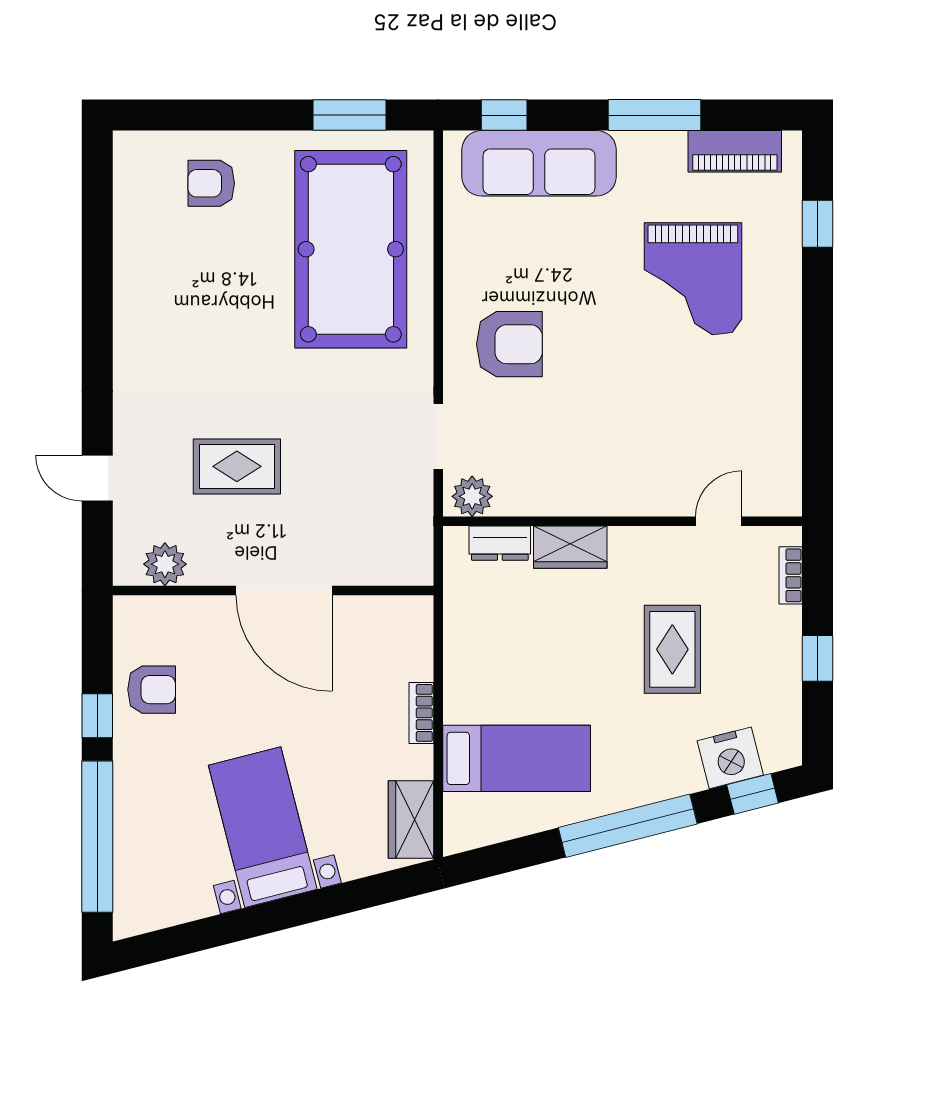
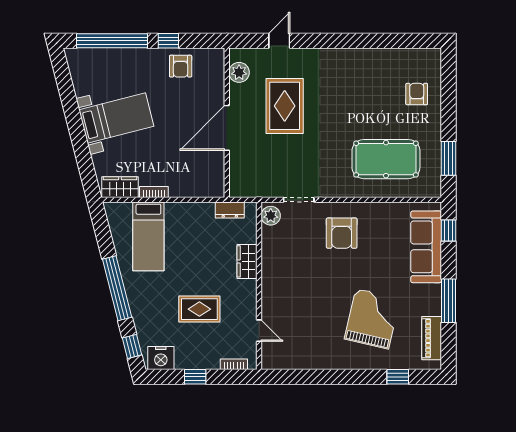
pool table: (351, 249) -> (386, 159), width x0.73, depth x0.76
grand piano: (693, 279) -> (372, 319), turned 103
rug: (237, 466) -> (285, 106), width x1.36, depth x1.43
dresser: (500, 543) -> (230, 210), moved, turned -90
bookcase: (421, 713) -> (154, 192), moved
nightstand: (730, 758) -> (161, 358), moved, turned -76

